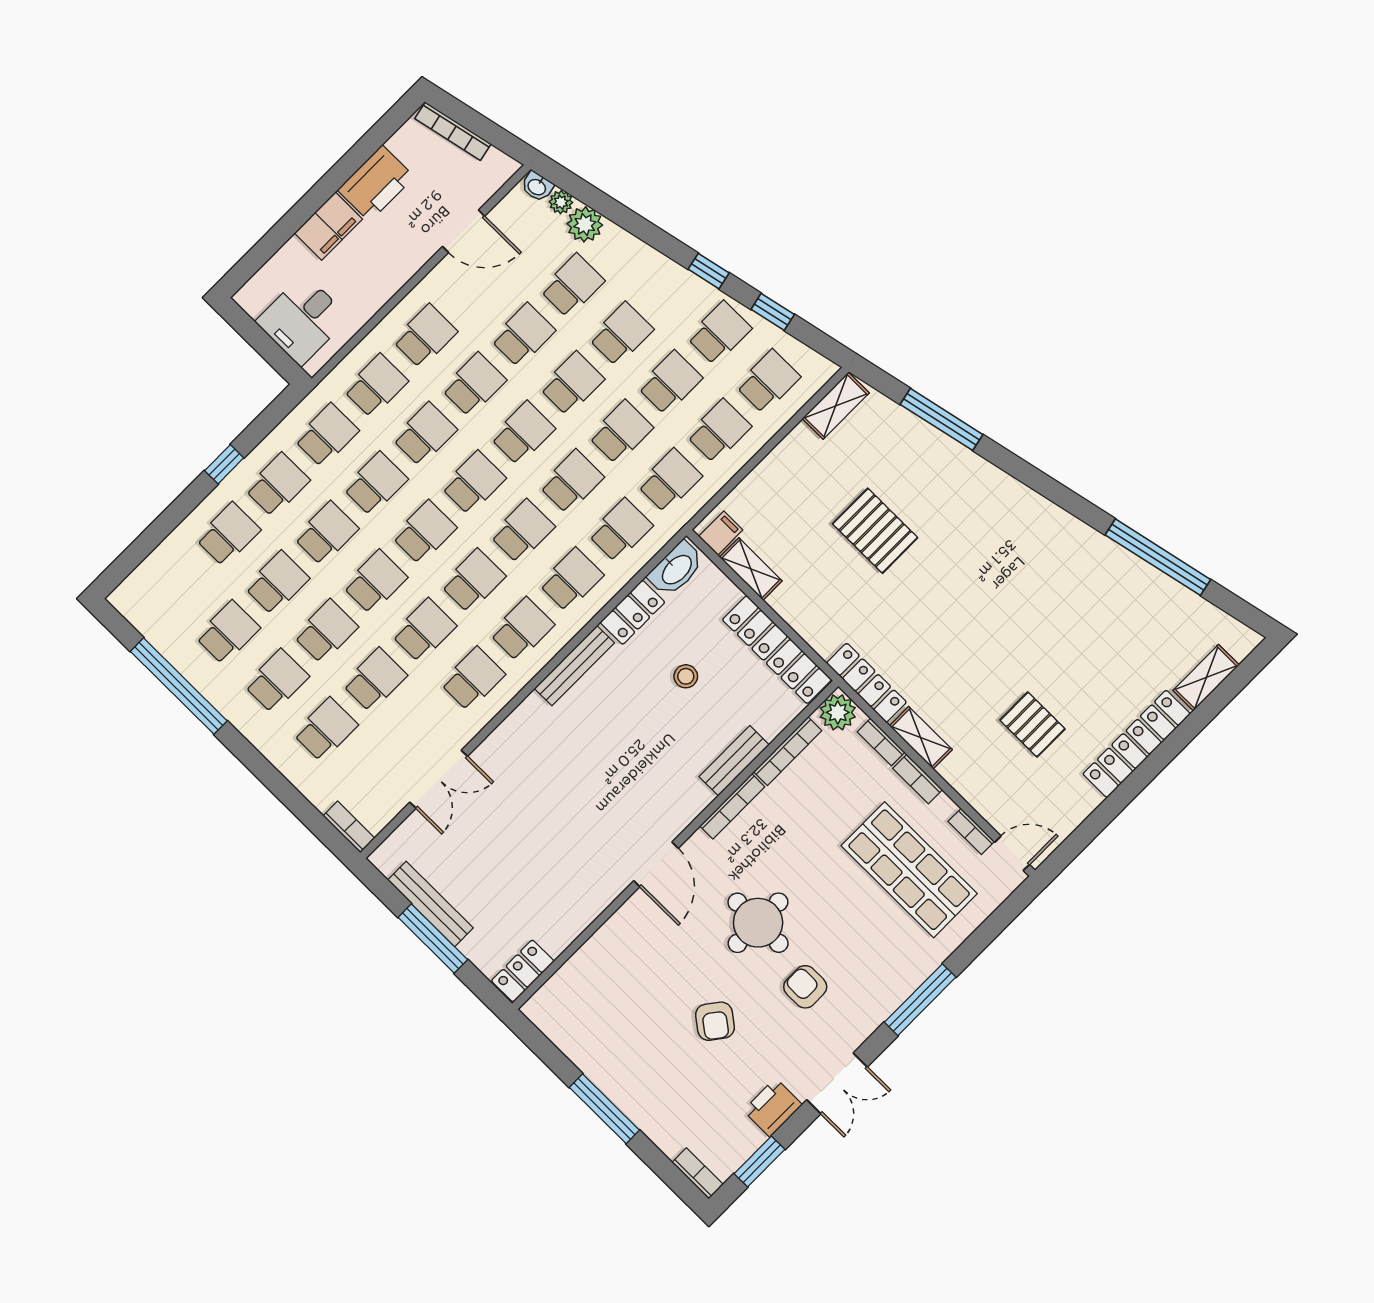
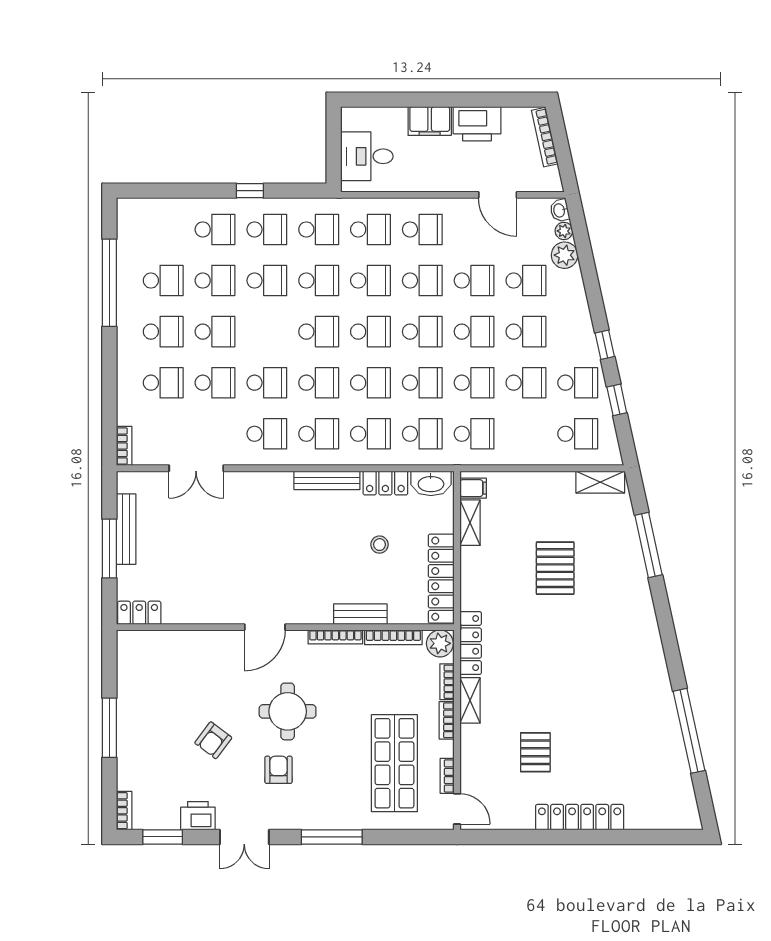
school desk: (719, 431) -> (526, 434), removed
school desk: (375, 582) -> (267, 332), removed
shelving: (1206, 678) -> (651, 819), removed

